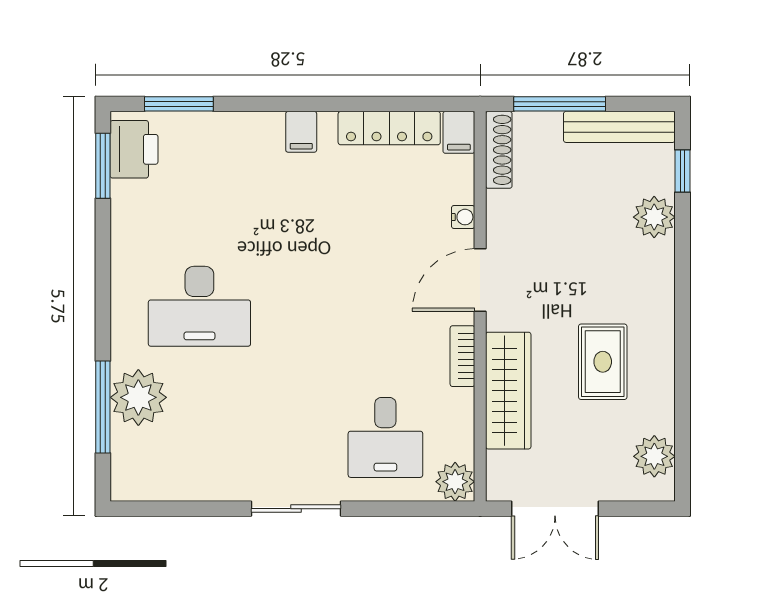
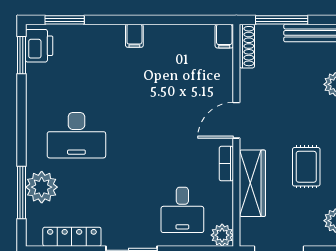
locker: (389, 128) -> (72, 237), moved, turned 180
water cooler: (463, 217) -> (227, 84), removed

